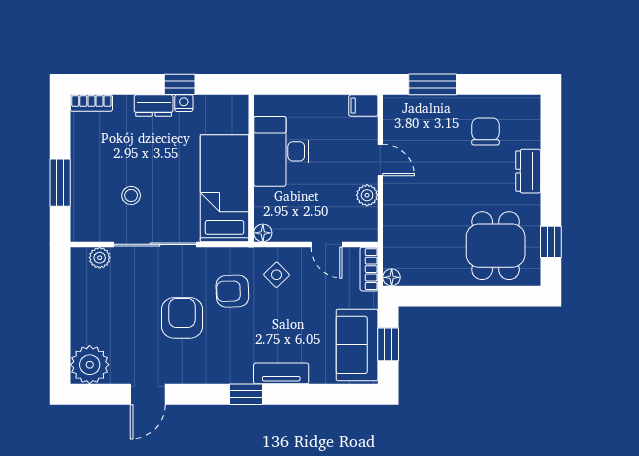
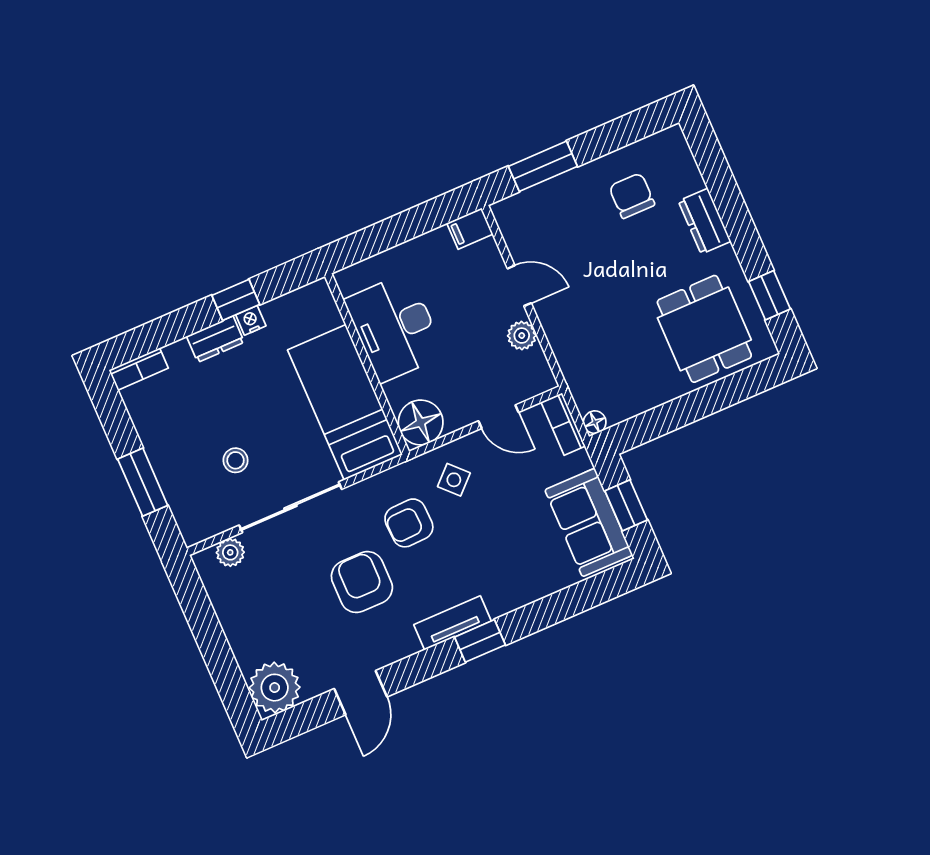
floor lamp: (263, 233) -> (421, 422), width x1.89, depth x1.89
tv unit: (281, 373) -> (452, 623), moved

